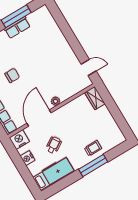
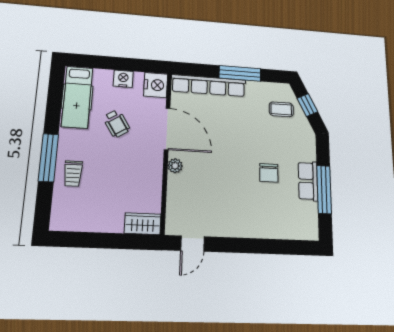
chair: (12, 75) -> (269, 173), moved

